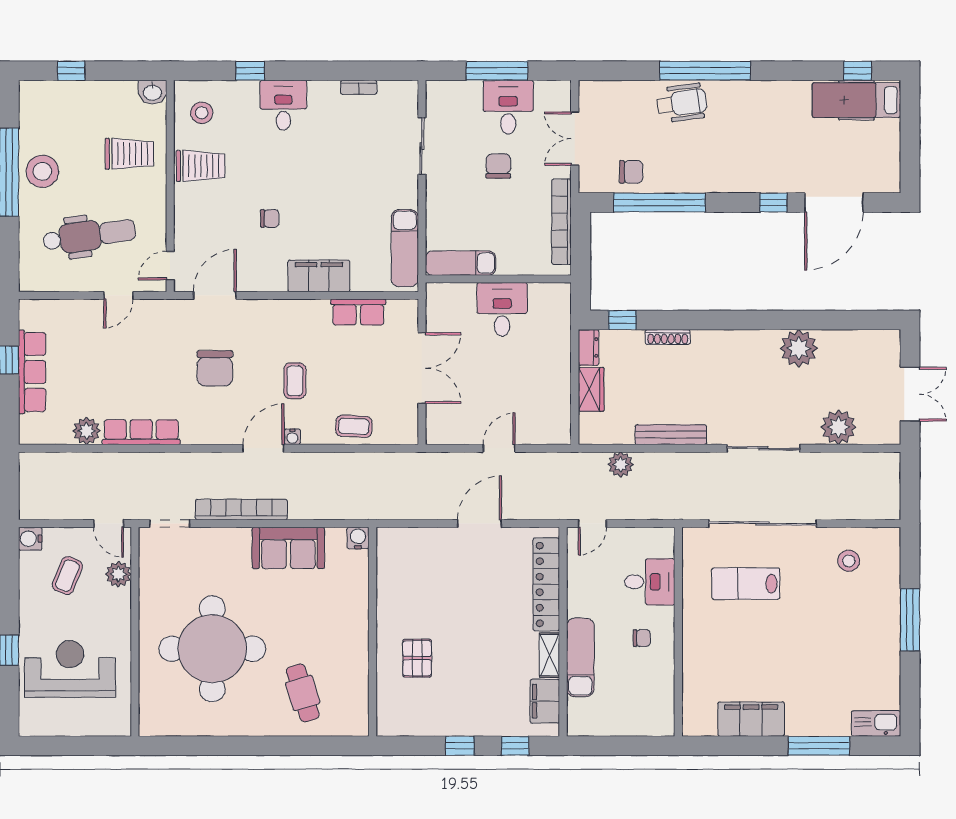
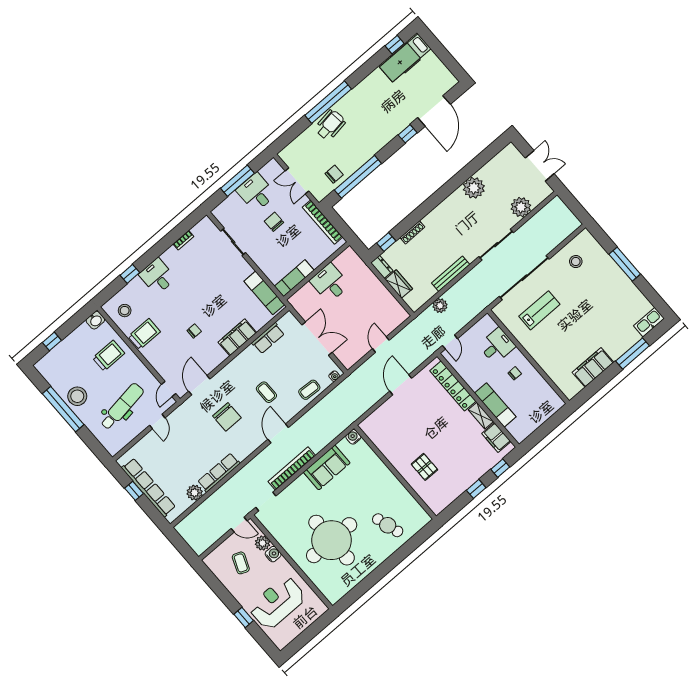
row of seats: (32, 372) -> (149, 488), width x1.36
water cooler: (292, 437) -> (334, 376), moved
water cooler: (30, 539) -> (273, 554), moved, turned 180
lab bench: (746, 584) -> (539, 310), turned 180

